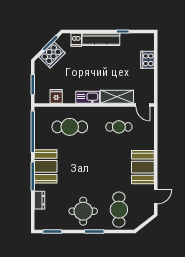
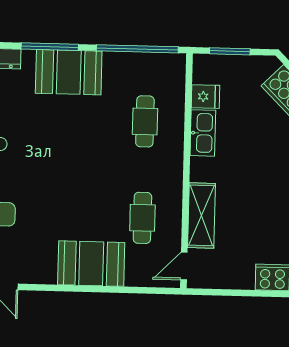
kitchen sink: (88, 97) -> (203, 133), moved
cafe table: (70, 127) -> (145, 121), width x0.73, depth x0.74
booth: (143, 167) -> (91, 264), moved

